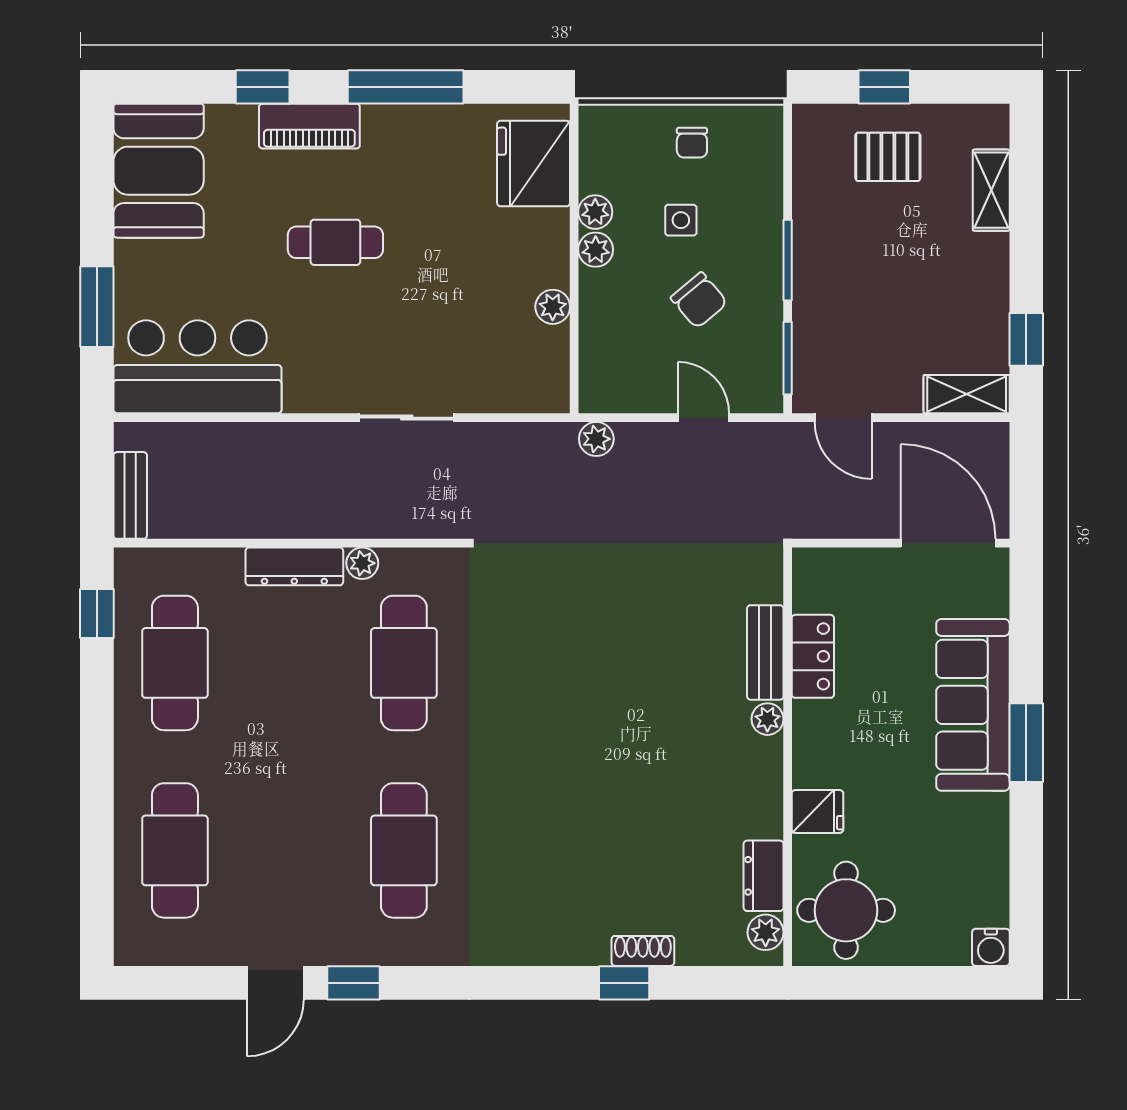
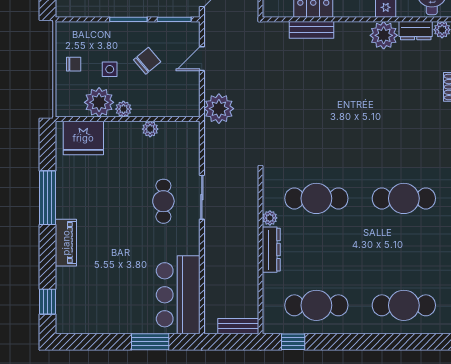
window: (263, 87) -> (48, 302), moved
booth: (159, 171) -> (87, 313), removed
plant: (595, 212) -> (99, 102), width x1.88, depth x1.88
cafe table: (335, 242) -> (163, 201), moved
plant: (596, 439) -> (219, 109), width x1.87, depth x1.87
plant: (767, 719) -> (384, 35), moved, width x1.88, depth x1.88

